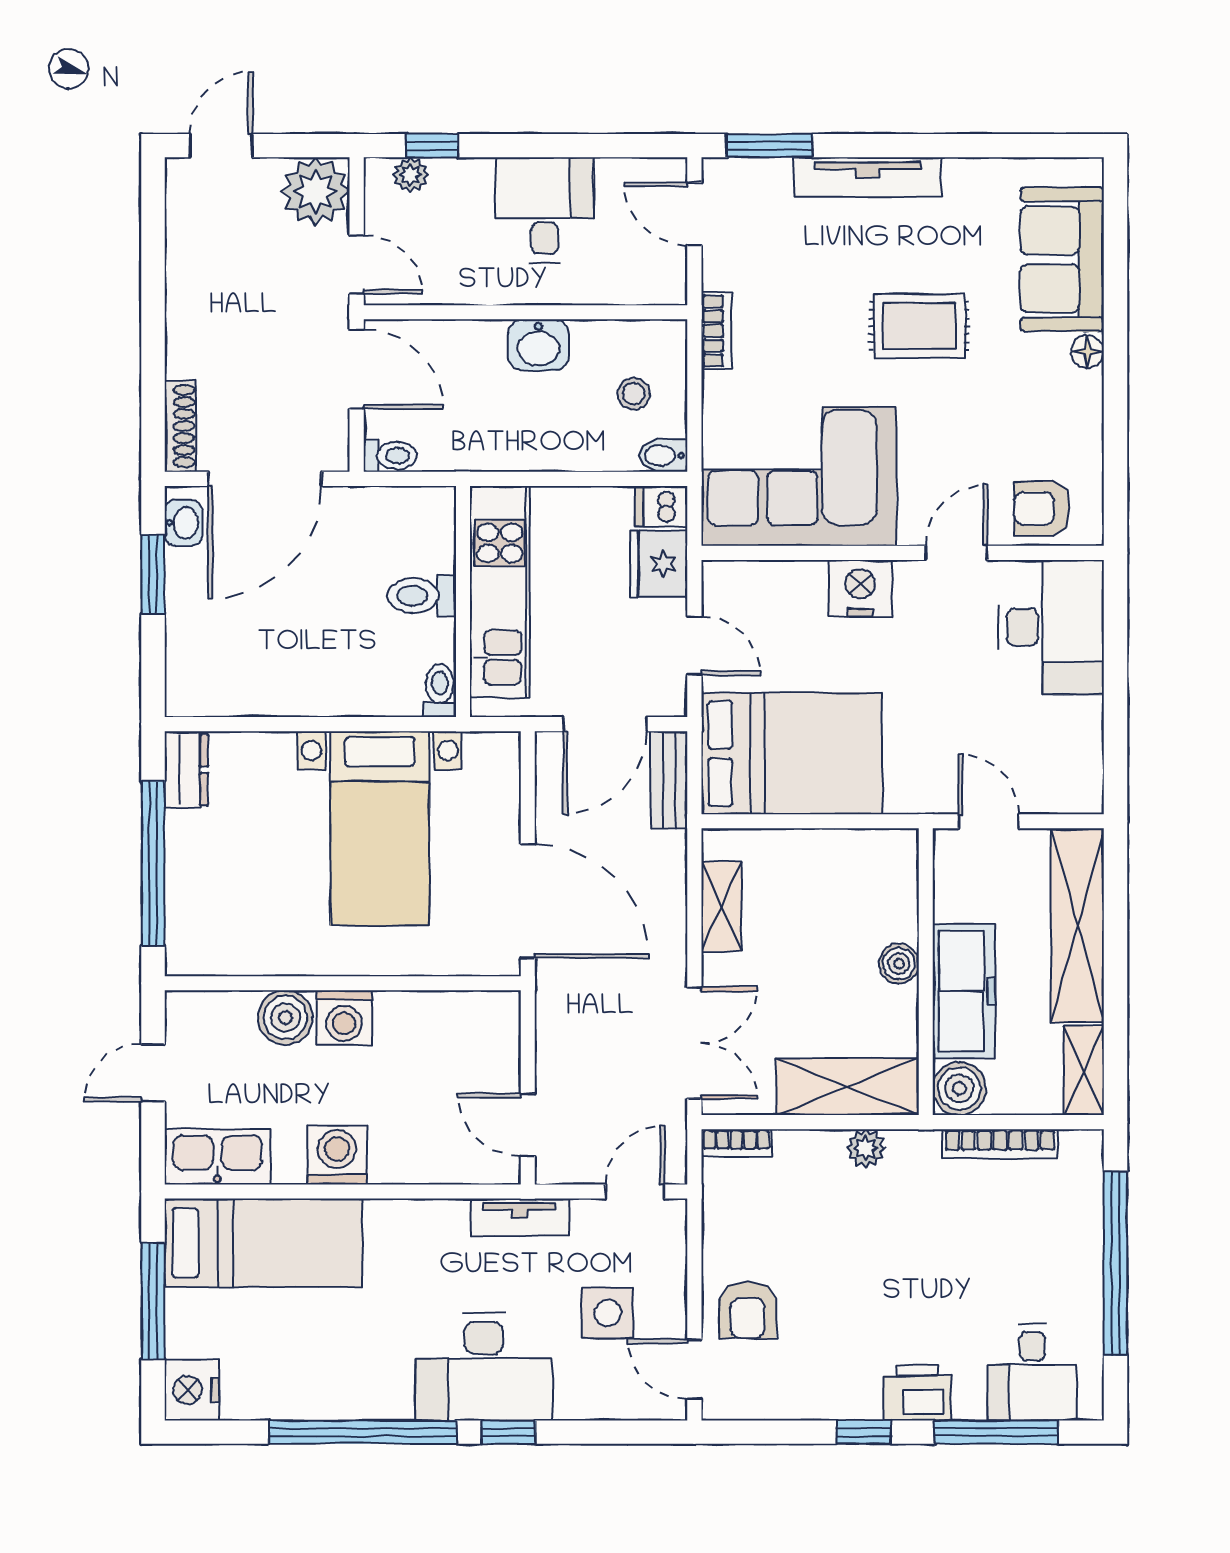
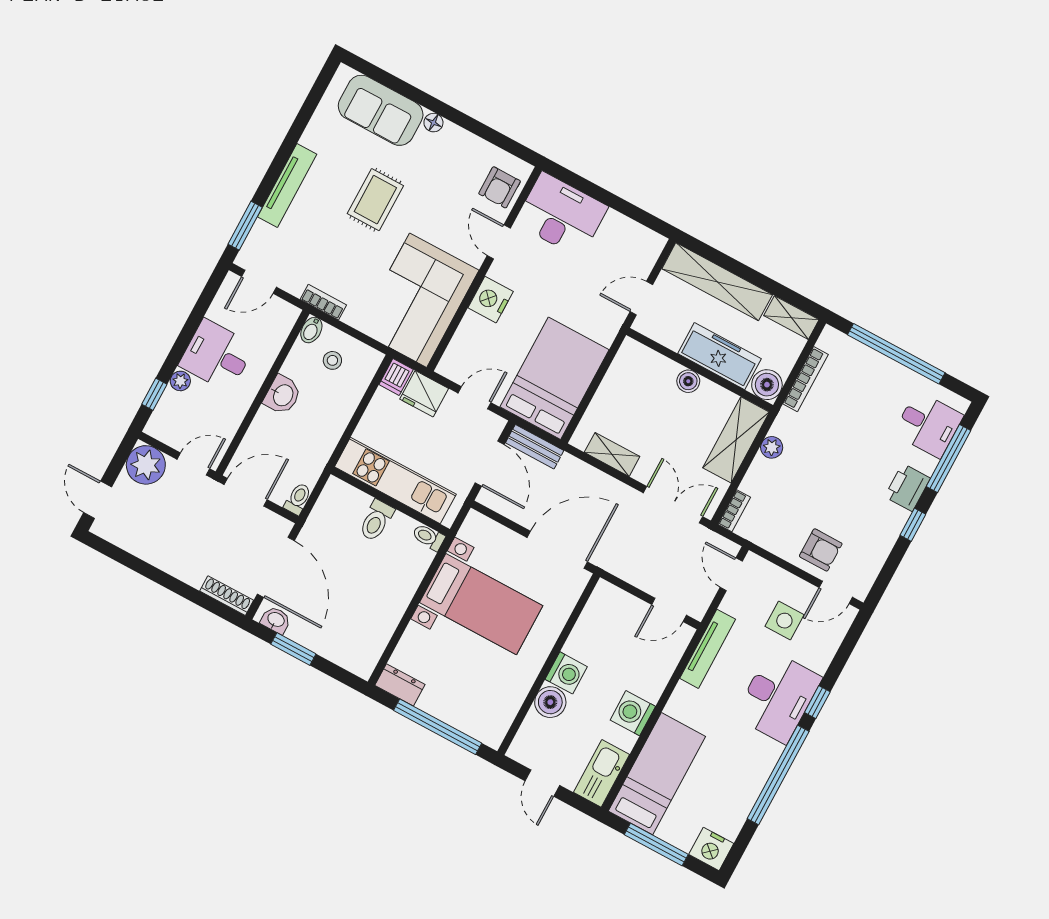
plant: (411, 175) -> (180, 381), moved
bidet: (663, 455) -> (311, 330), moved
tv unit: (520, 1217) -> (708, 649), width x1.41

